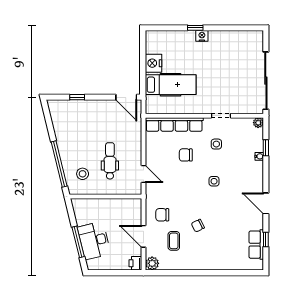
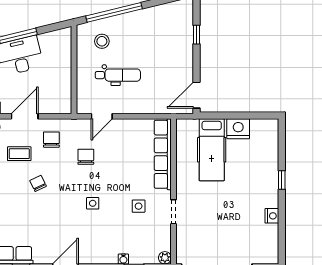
nightstand: (202, 36) -> (272, 216), moved
chair: (186, 155) -> (86, 157), moved

